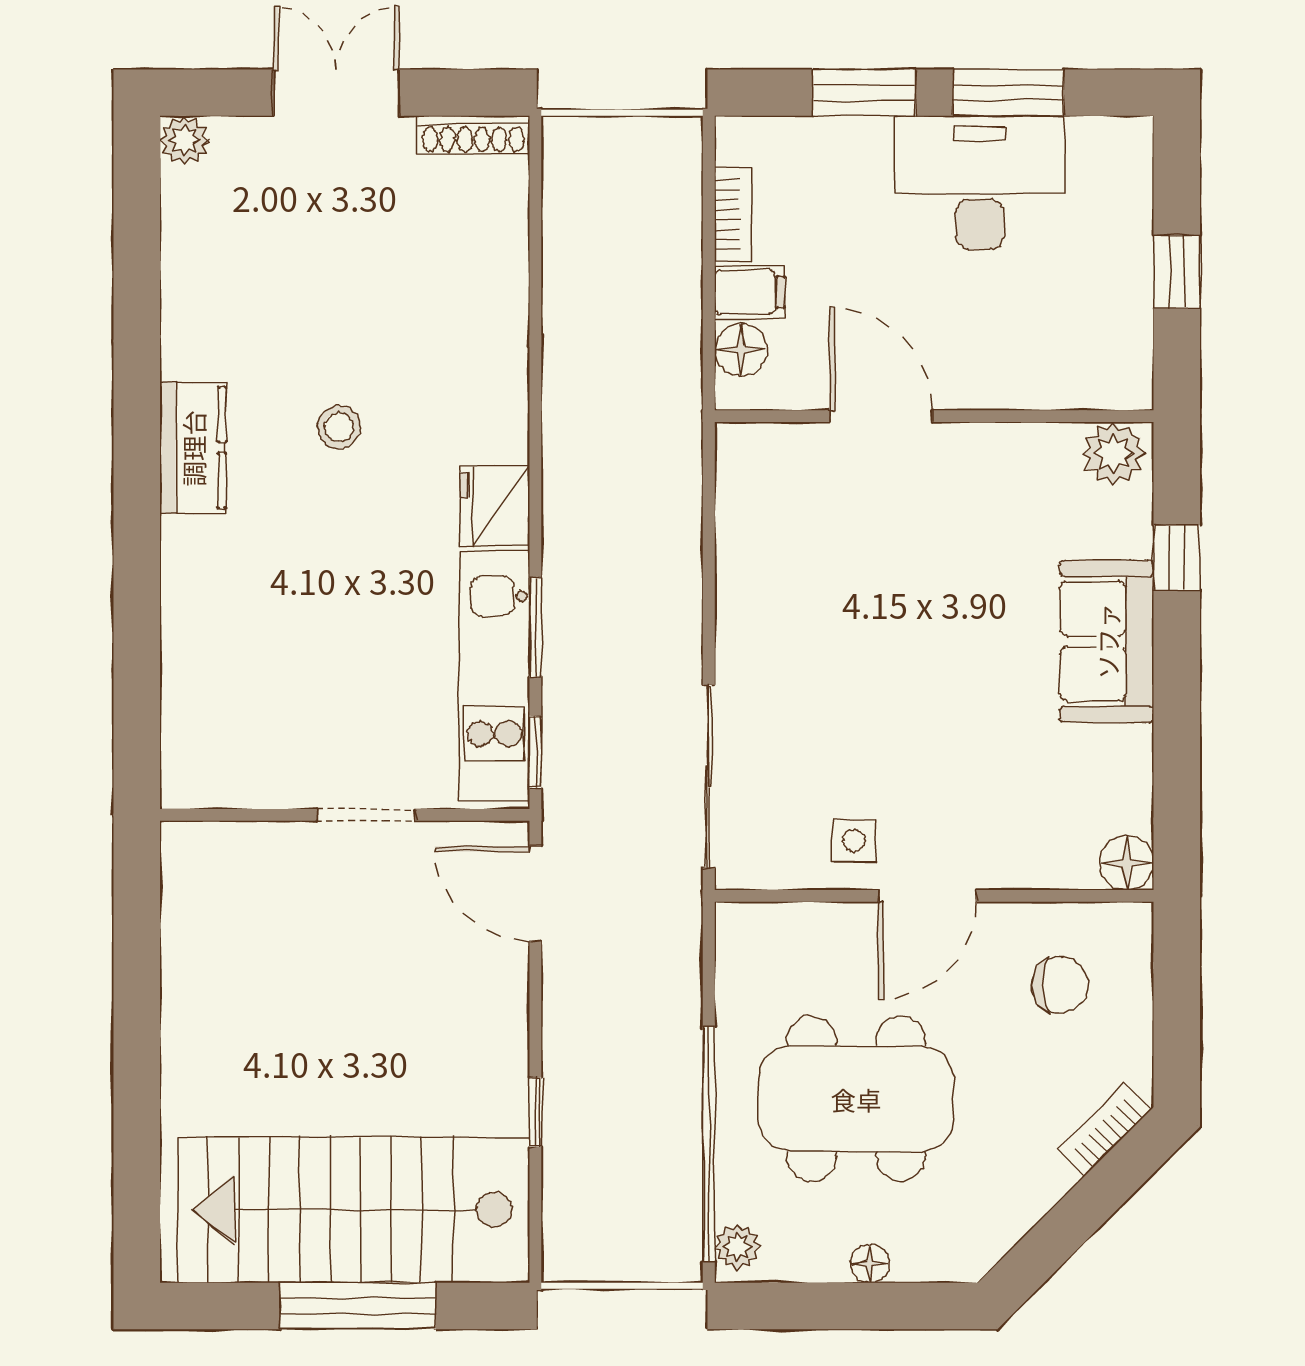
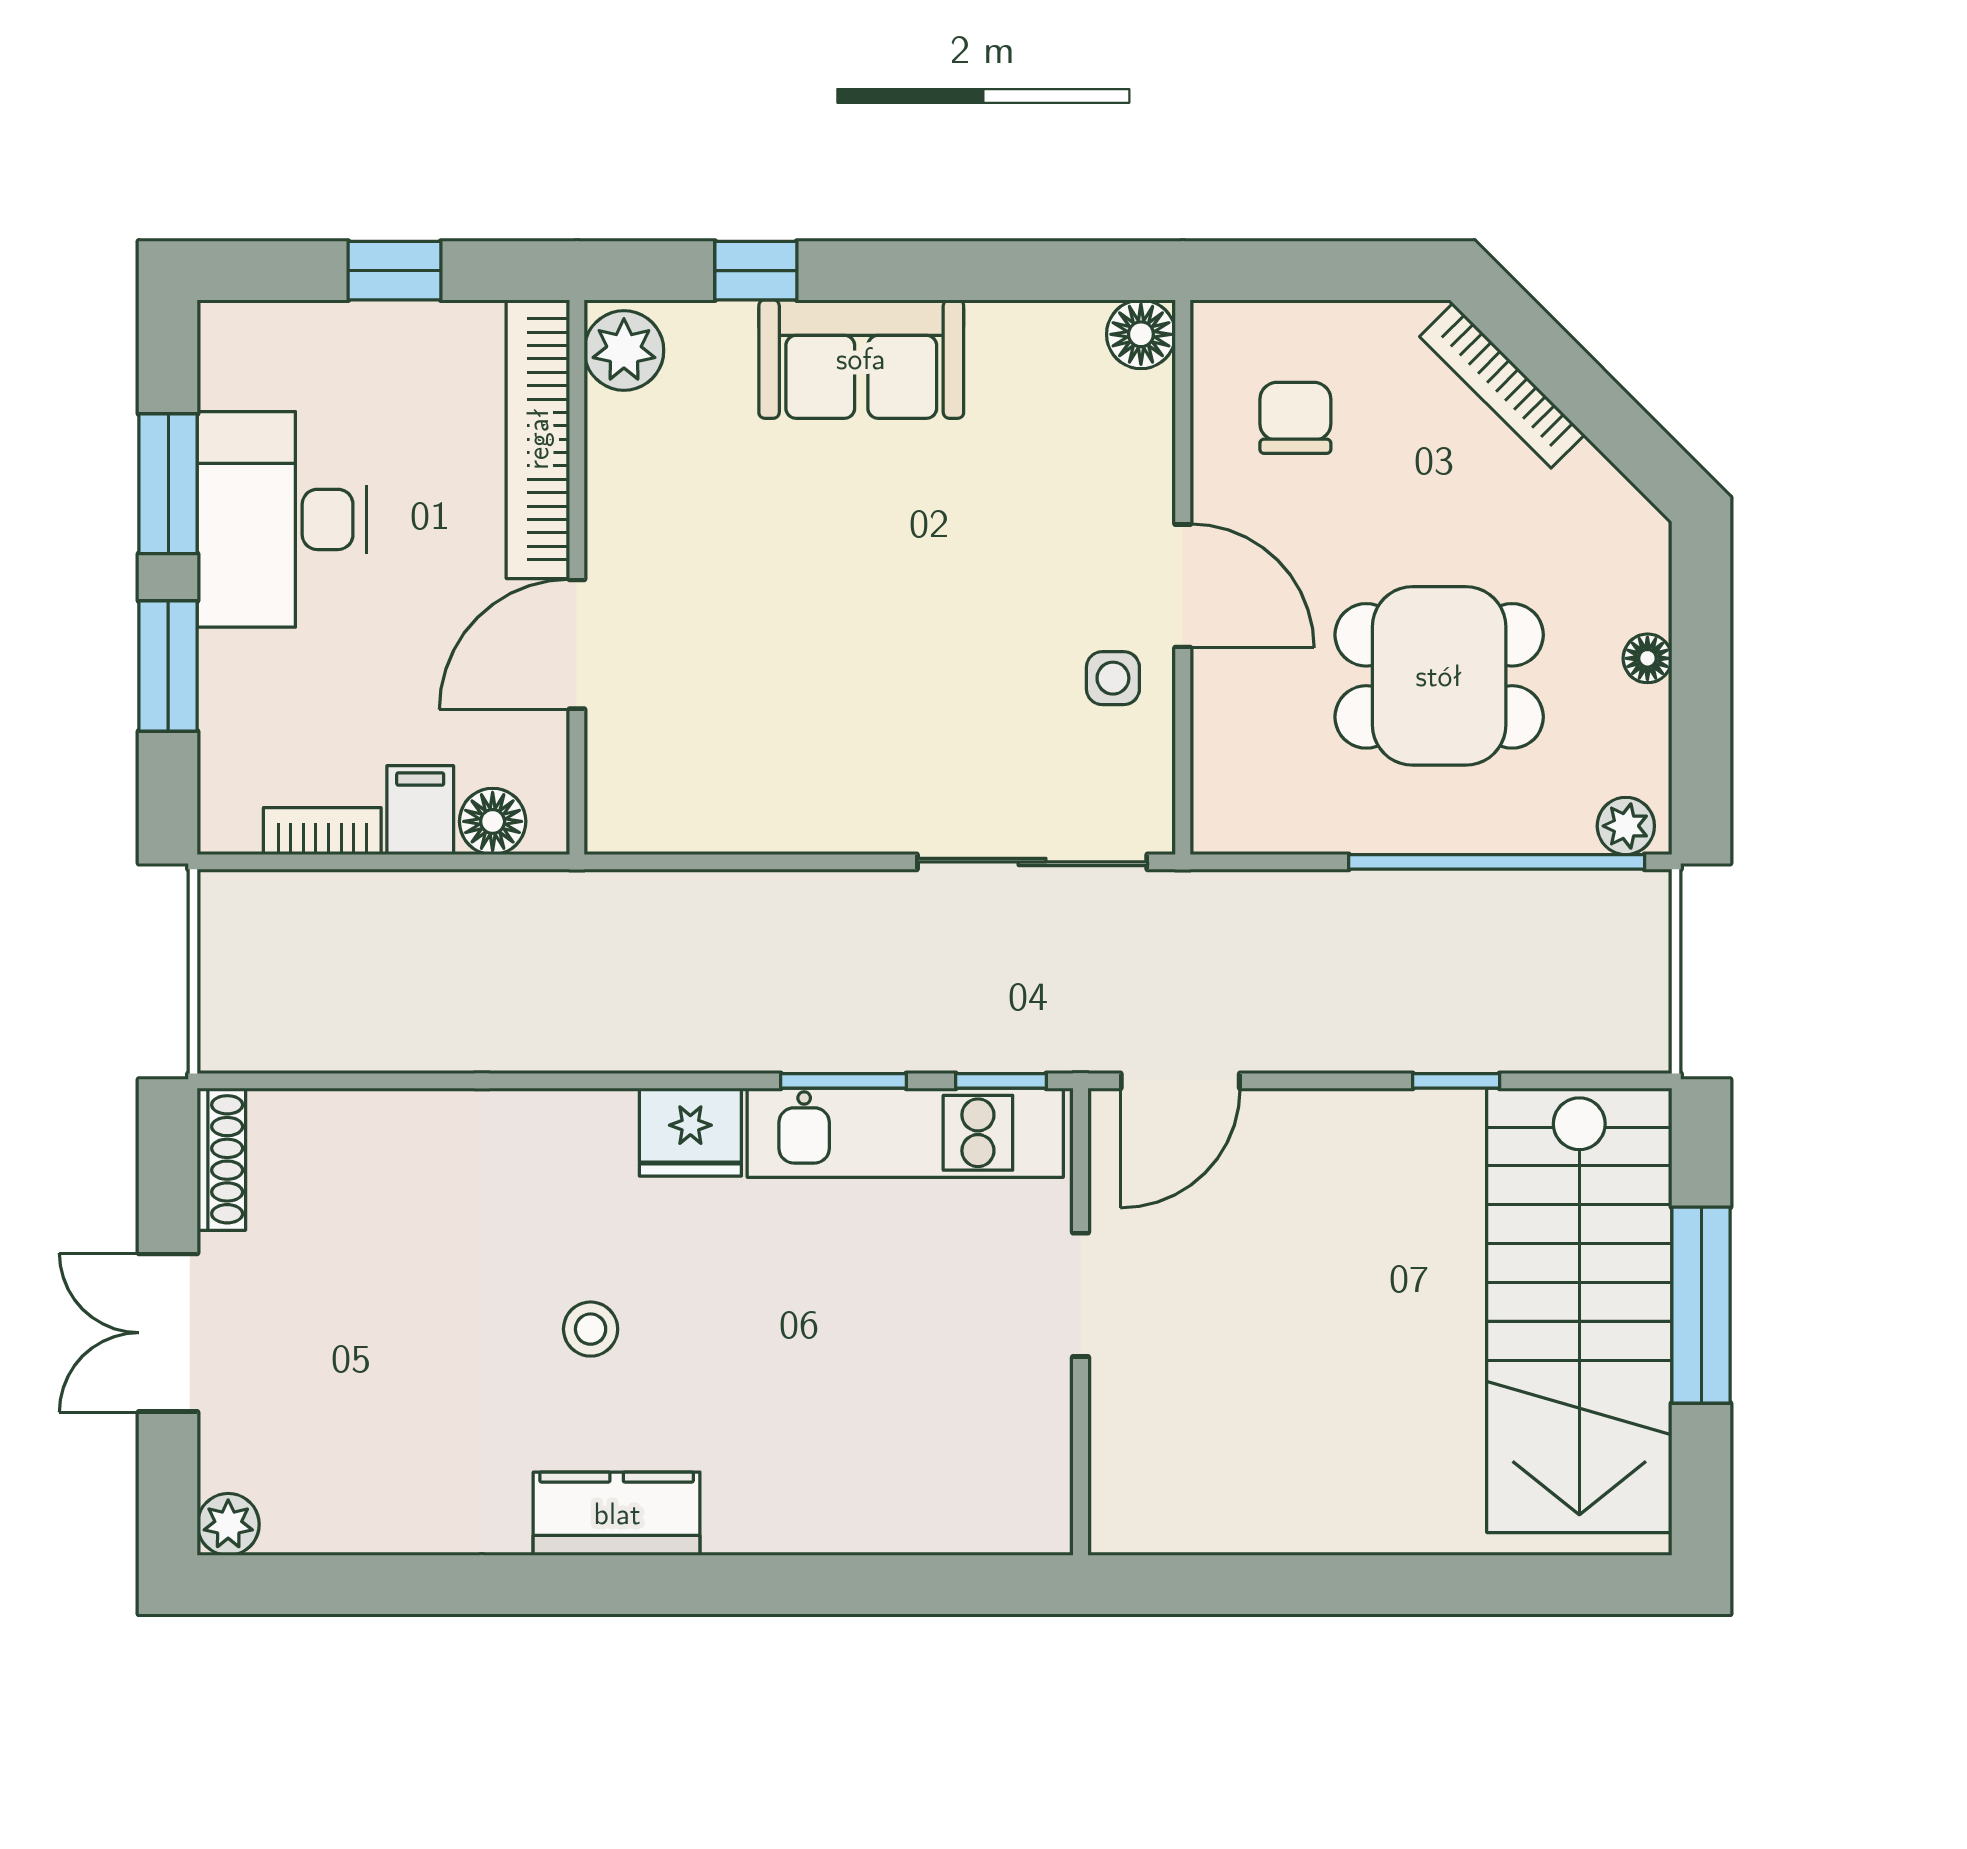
bookcase: (1043, 385) -> (538, 439), added
dining table: (856, 1099) -> (1439, 676), width x0.73
bookcase: (1105, 1130) -> (1502, 386), width x1.56

